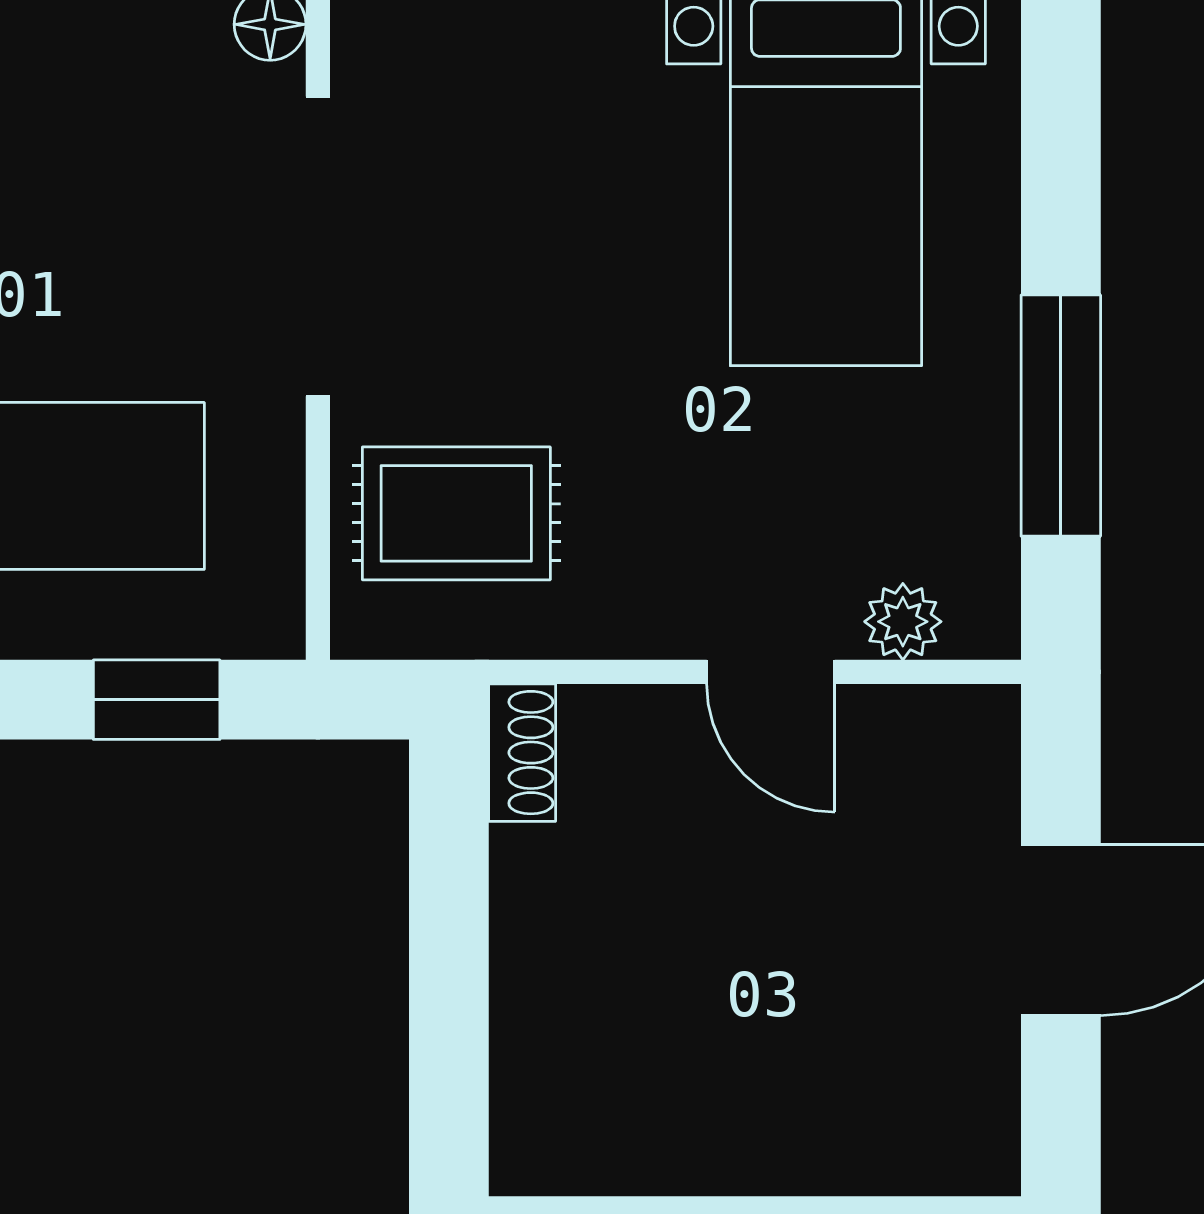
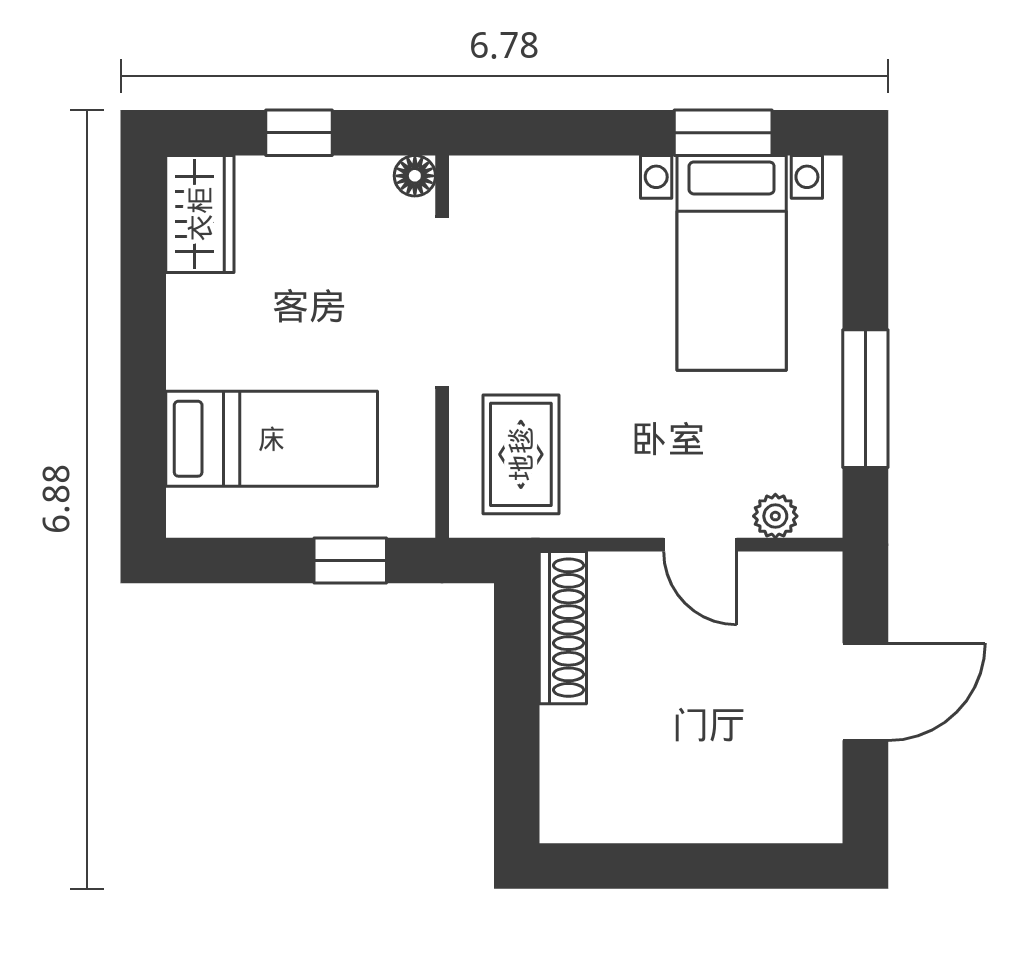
rug: (456, 513) -> (521, 454), turned 90
shoe rack: (522, 753) -> (563, 628), width x1.94, depth x1.24

